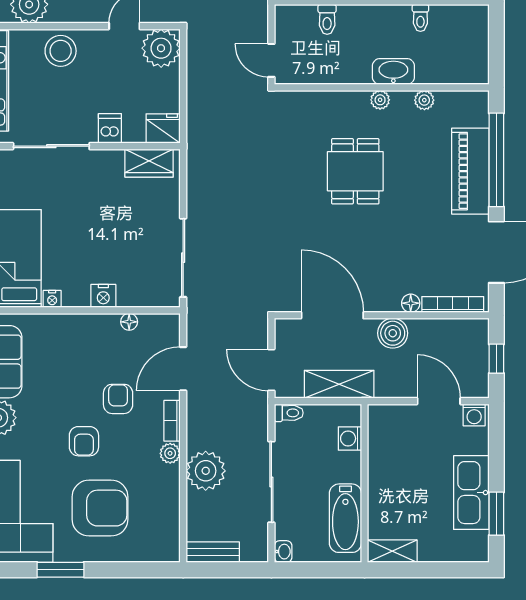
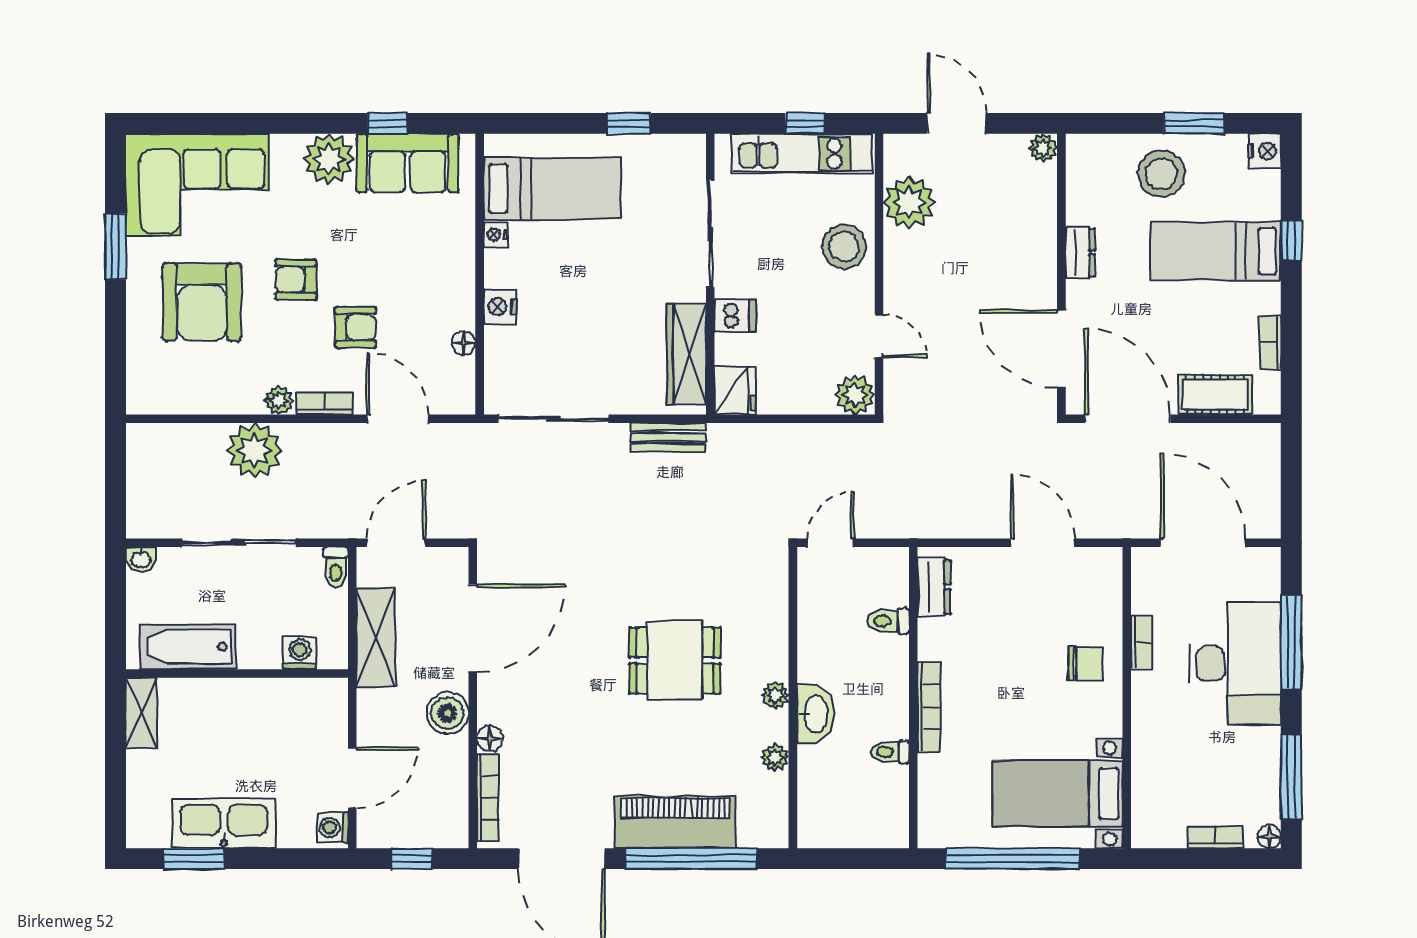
plant: (161, 48) -> (855, 395), width x0.73, depth x0.73
wardrobe: (149, 163) -> (687, 354), width x1.50
bench: (213, 552) -> (668, 437), moved, turned 90

